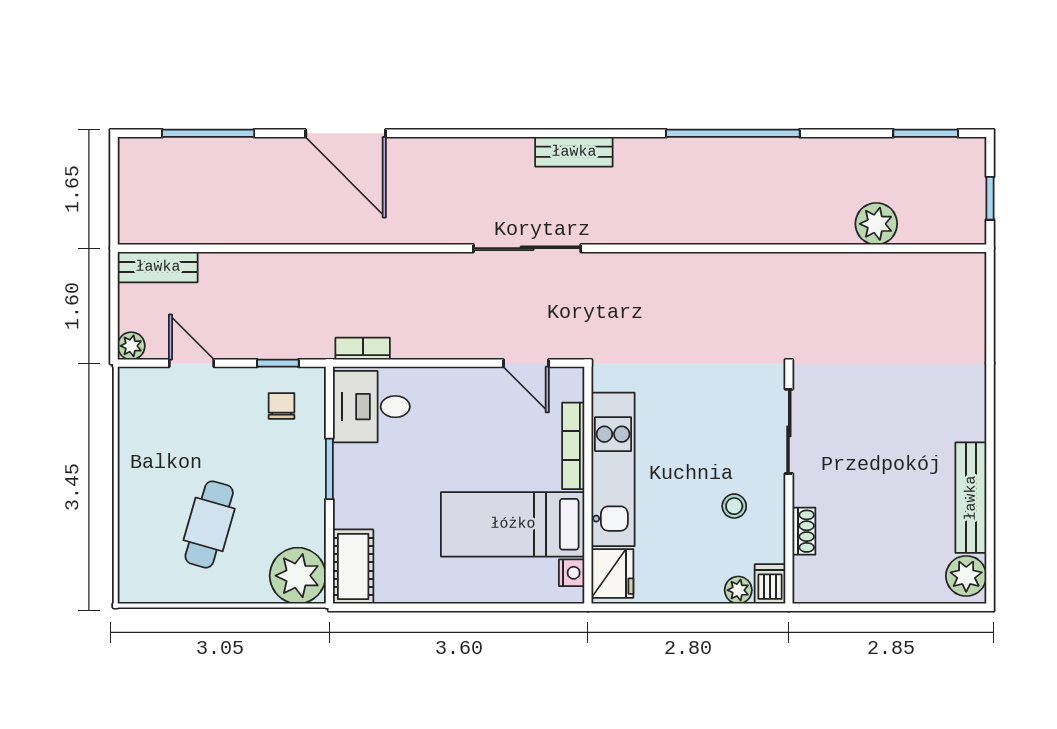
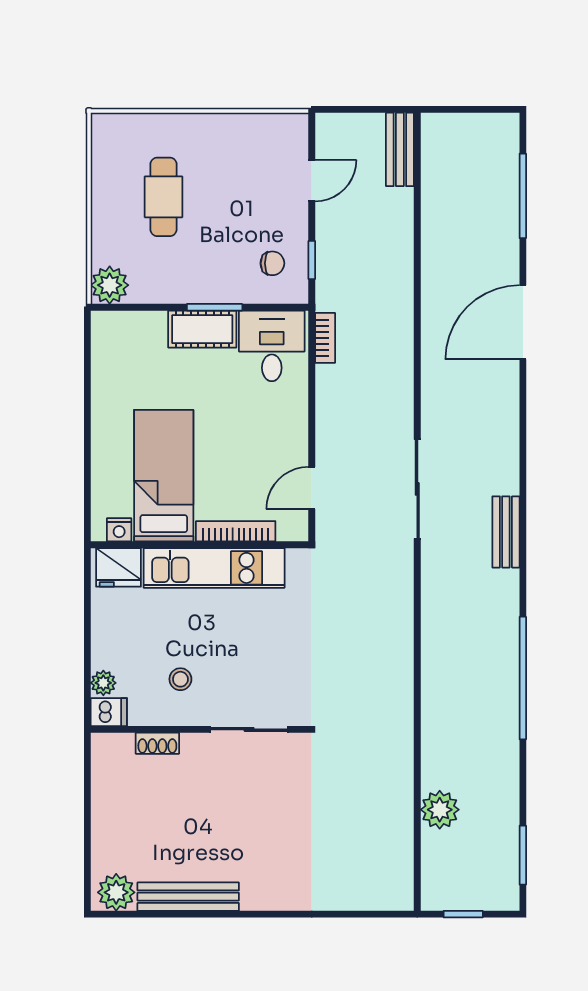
plant: (131, 346) -> (328, 125), removed
cafe table: (209, 524) -> (164, 197), turned 74
cot: (353, 567) -> (202, 329), moved
plant: (298, 576) -> (110, 285), width x0.73, depth x0.73

